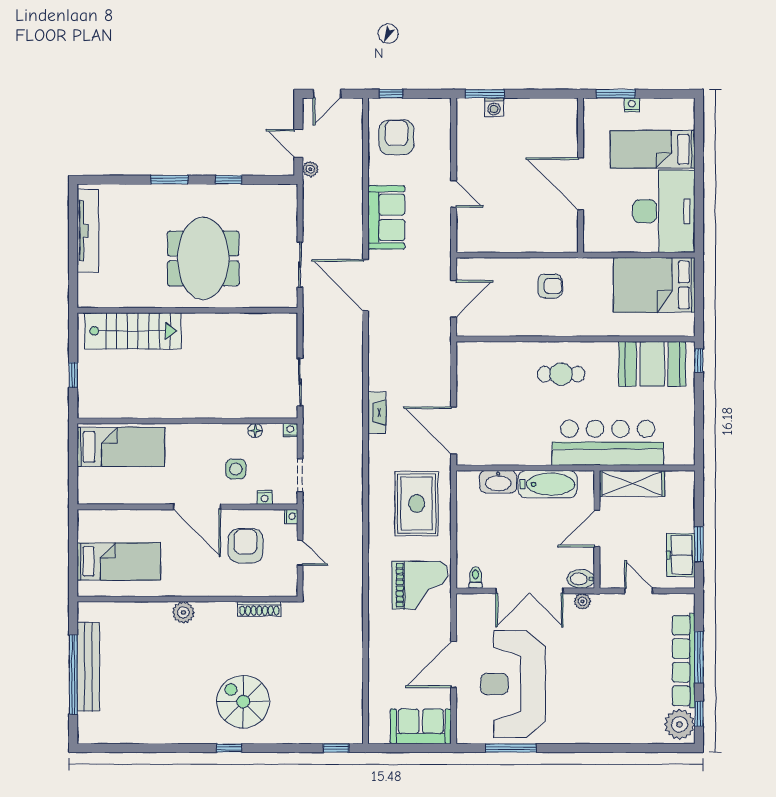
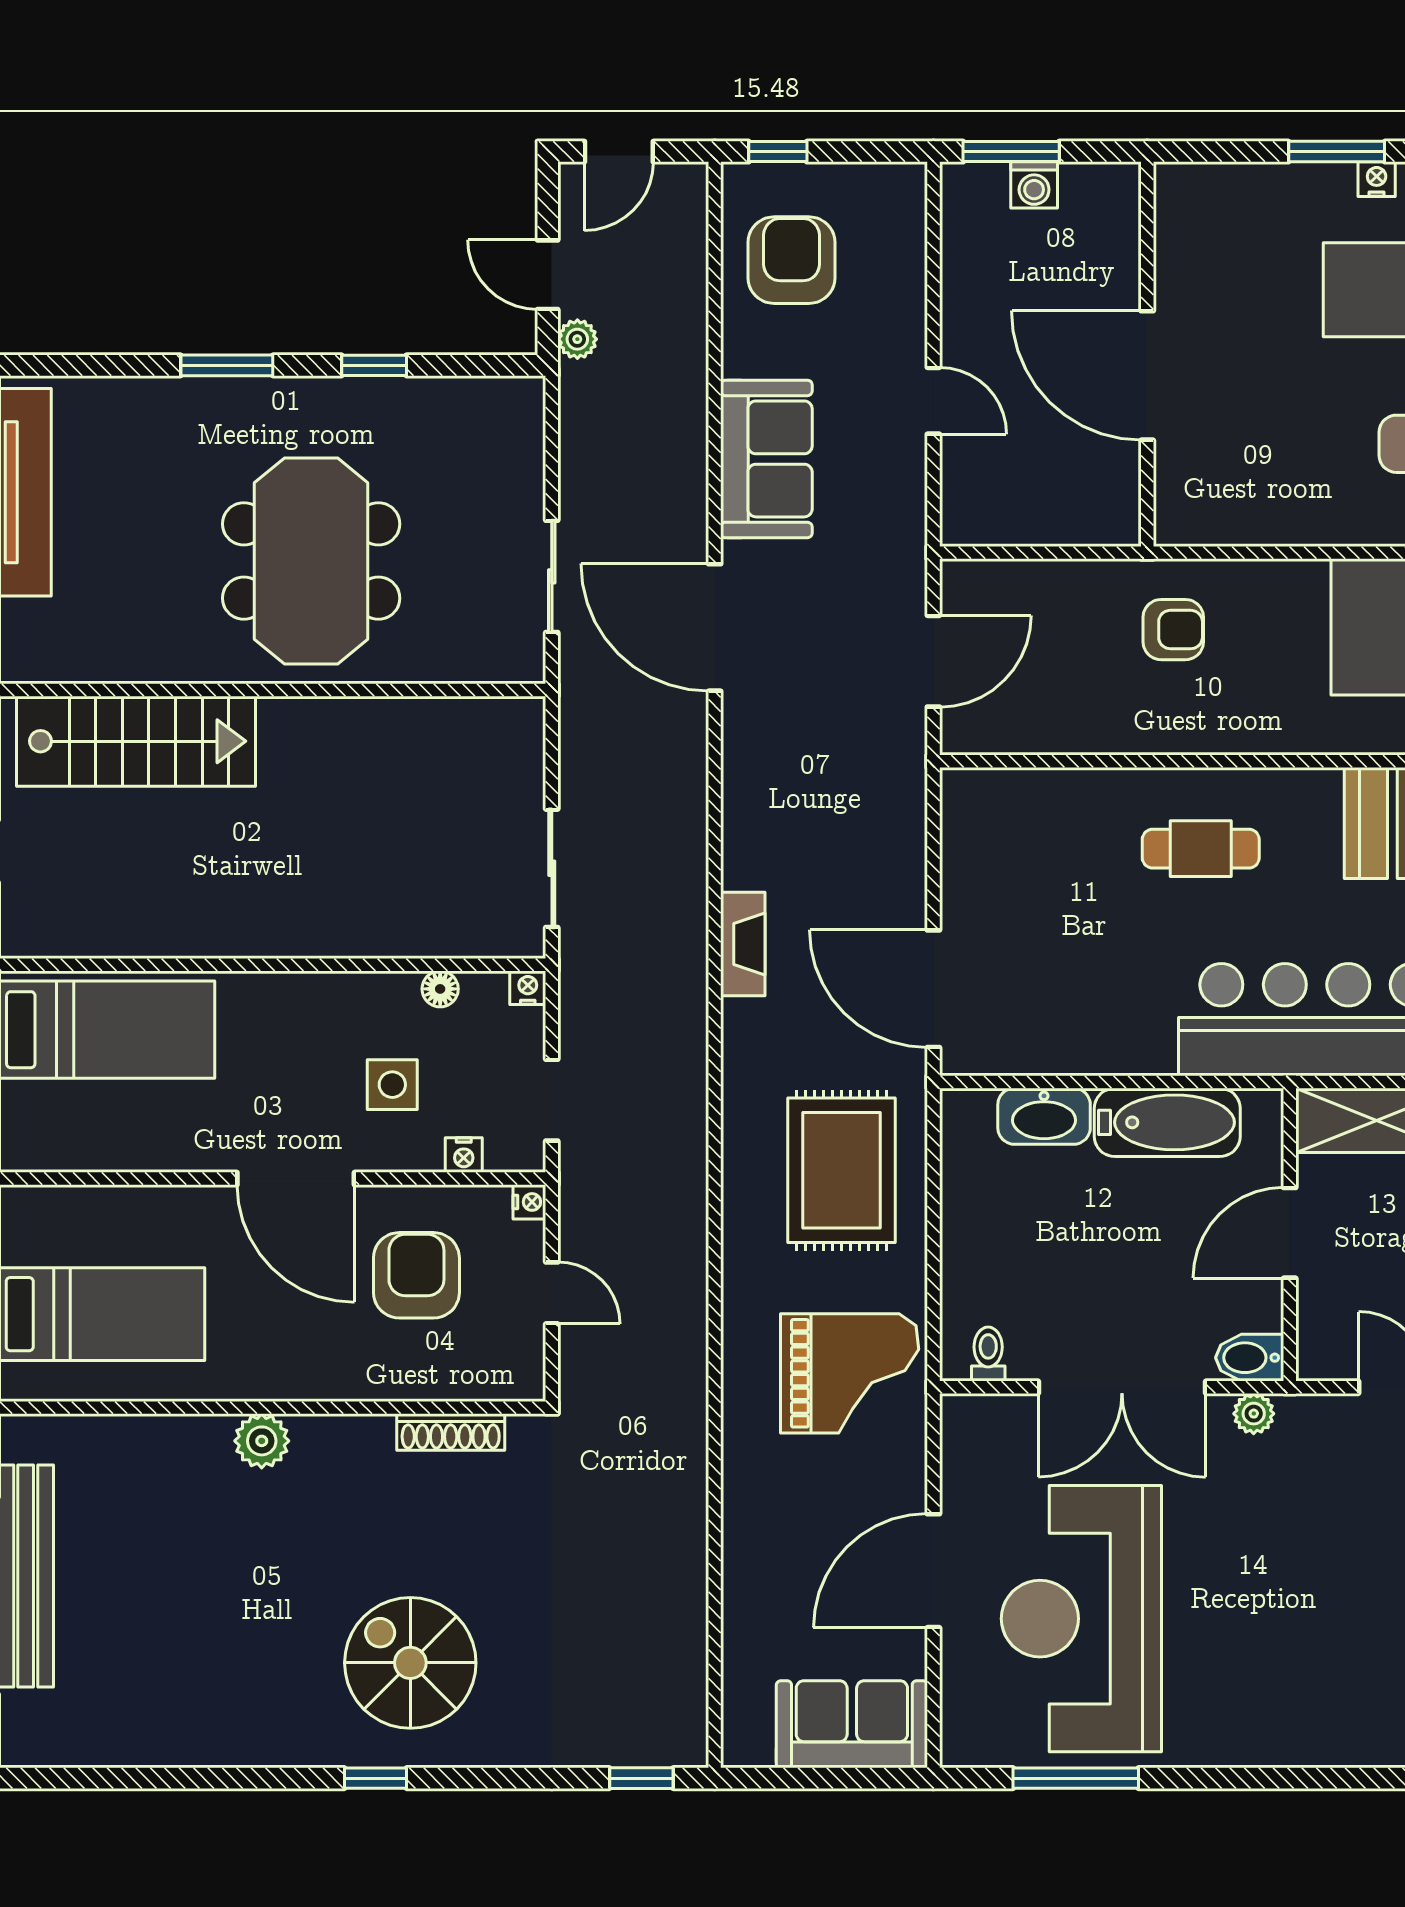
wall: (581, 175) -> (1147, 354), moved
door: (581, 184) -> (1147, 375), moved

